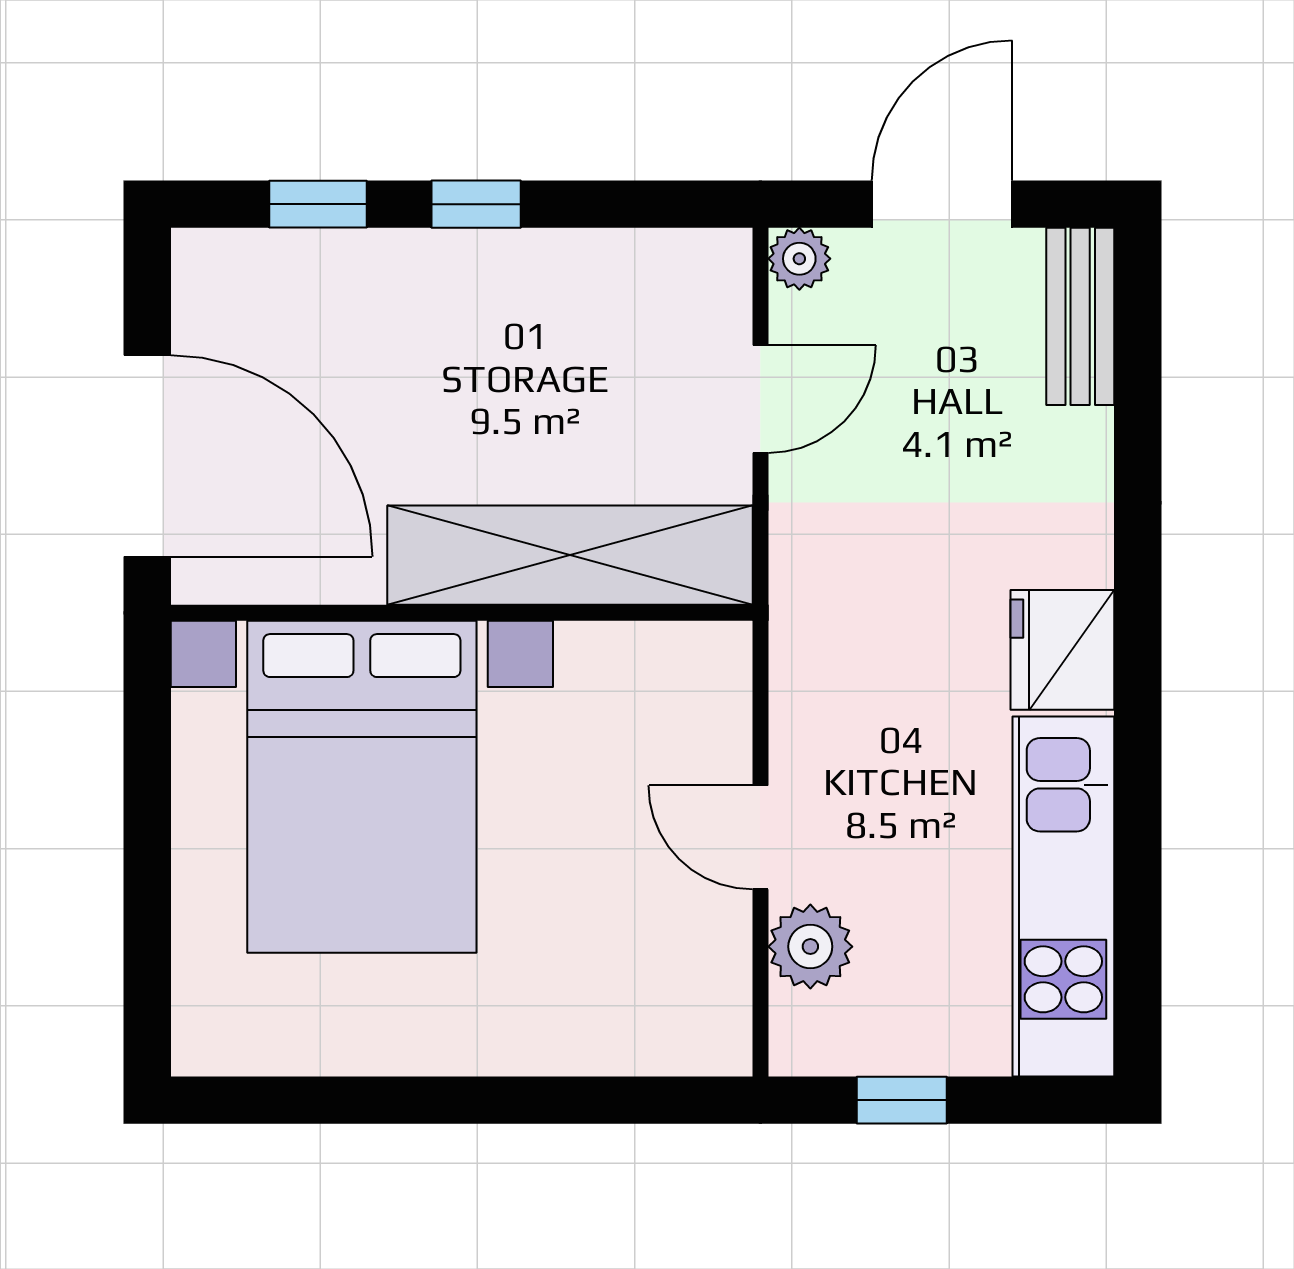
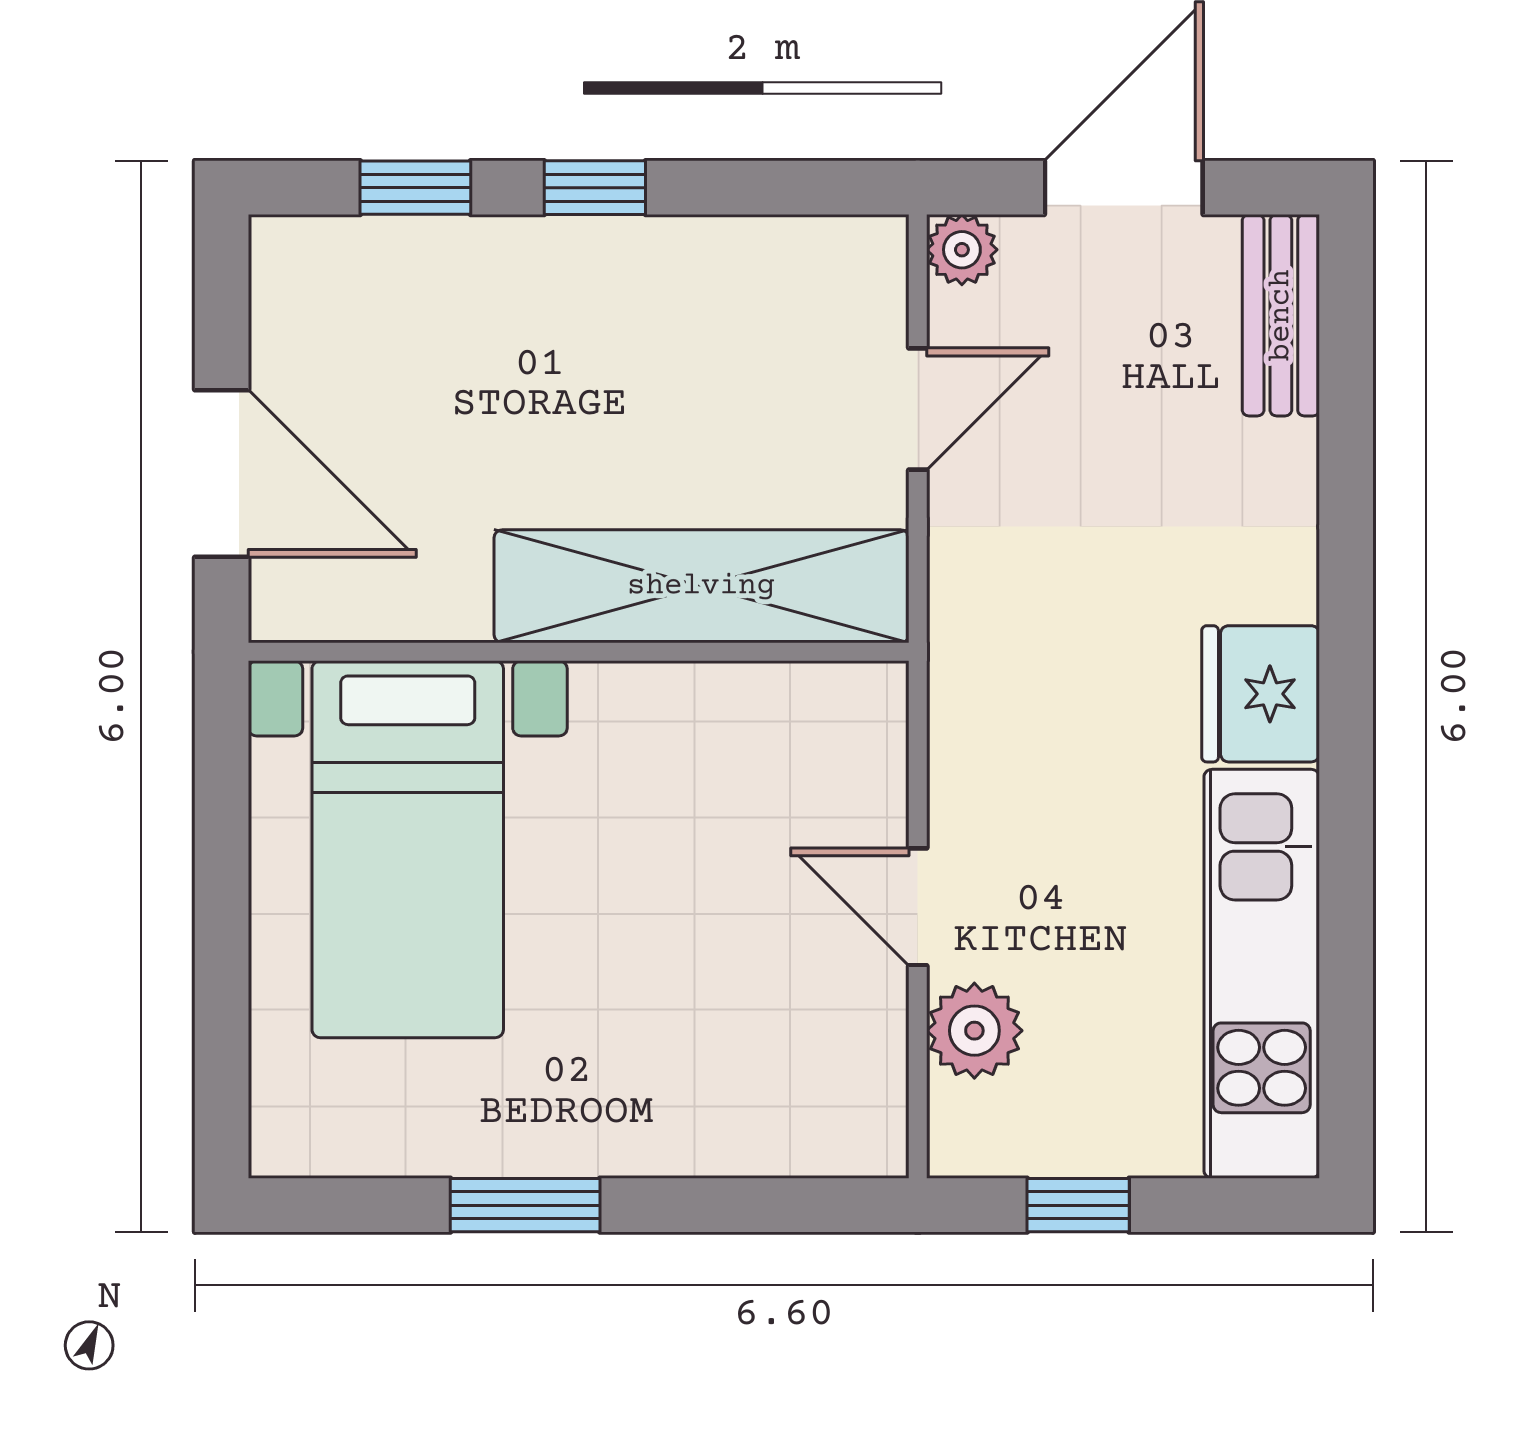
door: (147, 456) -> (222, 474), width x0.73
bed with nightstands: (362, 787) -> (408, 849), width x0.73
window: (415, 1100) -> (525, 1205), added

